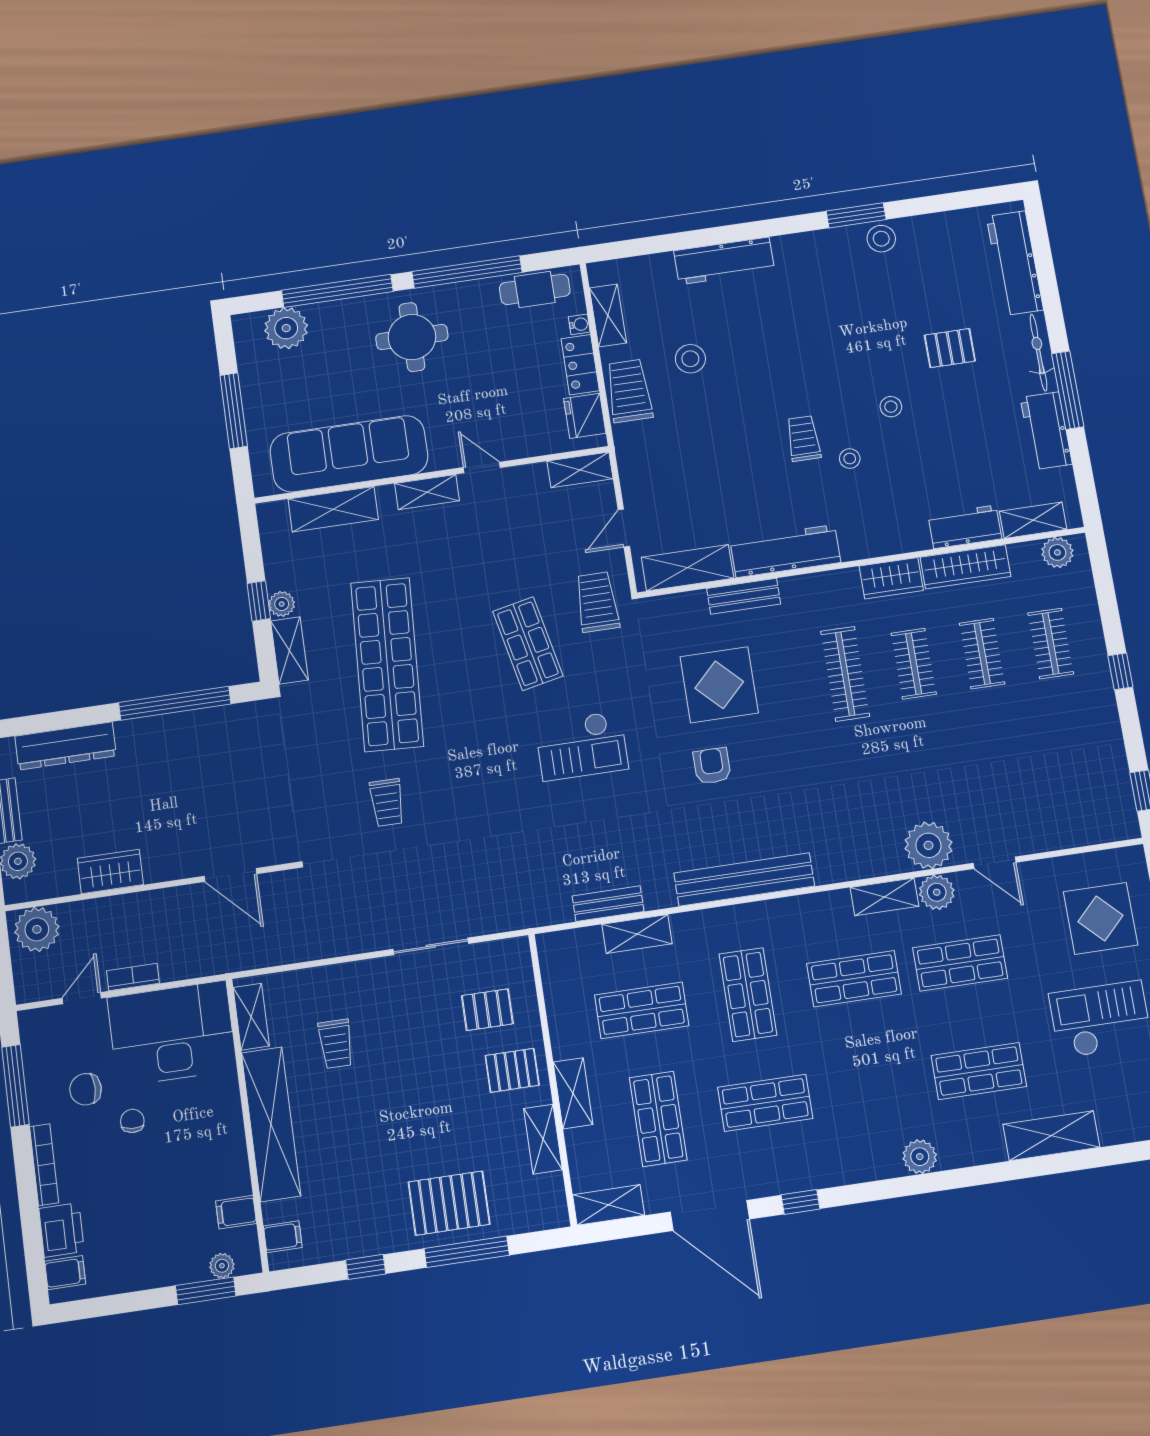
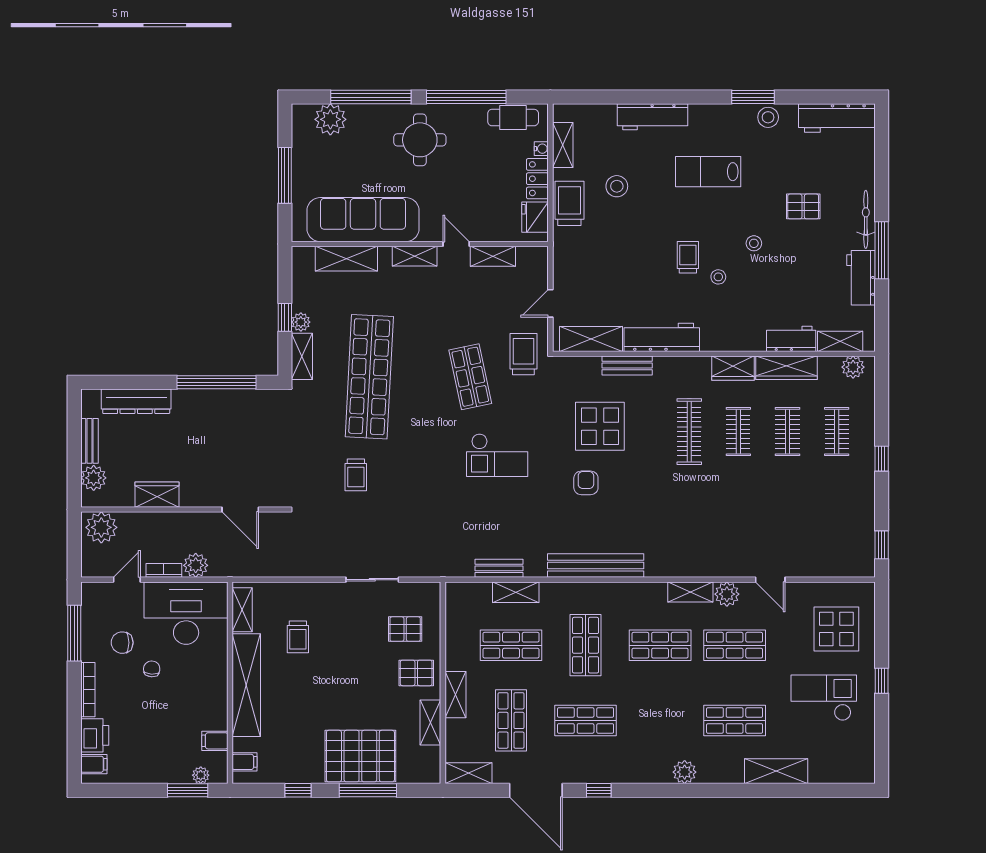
workbench: (1015, 263) -> (837, 118), moved, turned -90
lab bench: (812, 321) -> (708, 172), added
shelving: (580, 470) -> (493, 256), moved
plant: (928, 845) -> (196, 565), moved, width x0.73, depth x0.73
pallet: (449, 1203) -> (360, 756), width x1.37, depth x1.41

